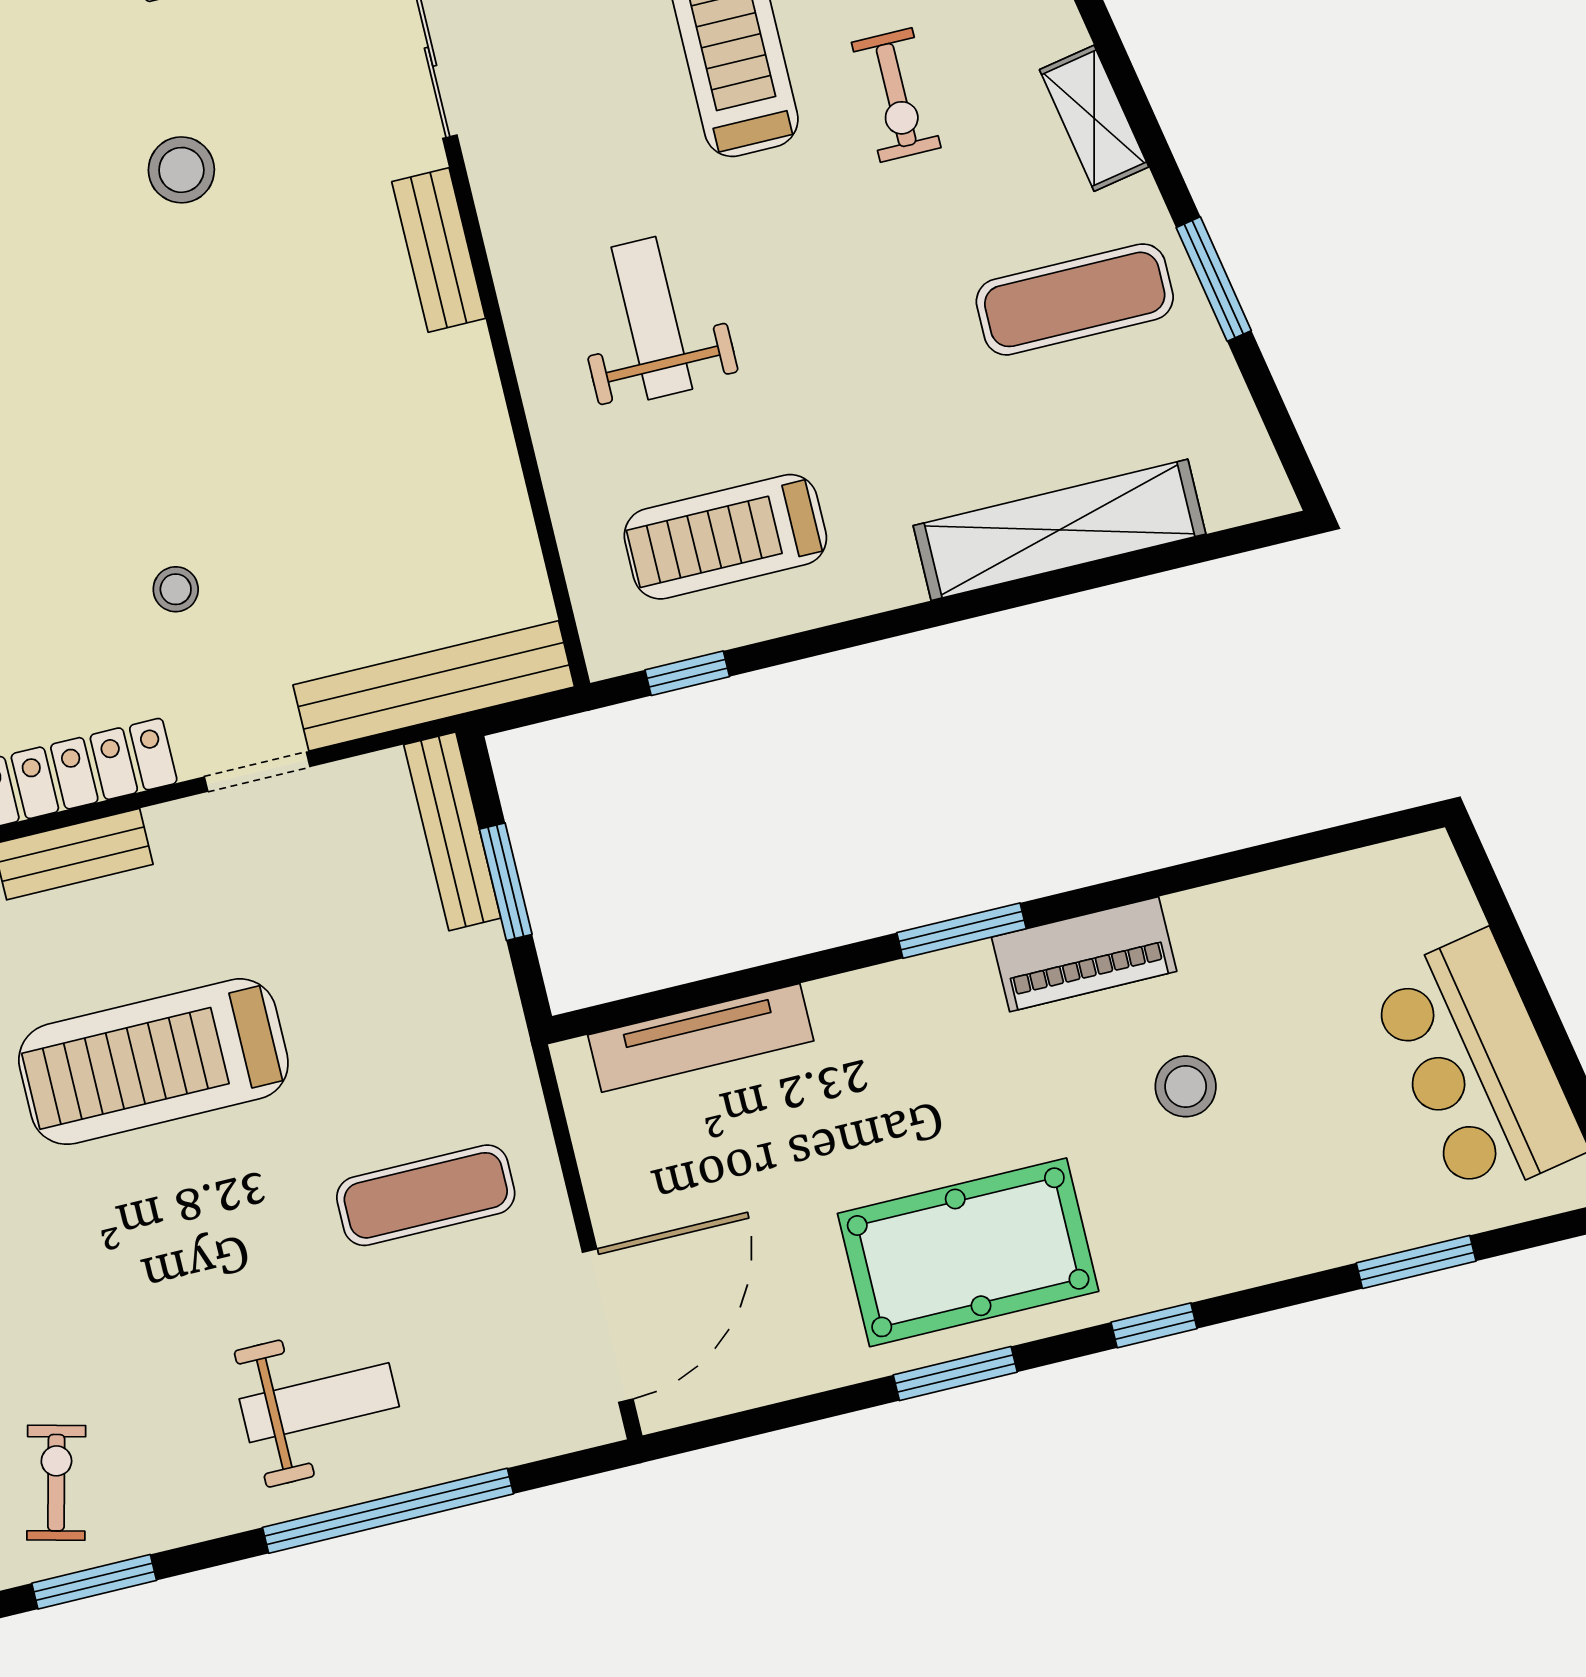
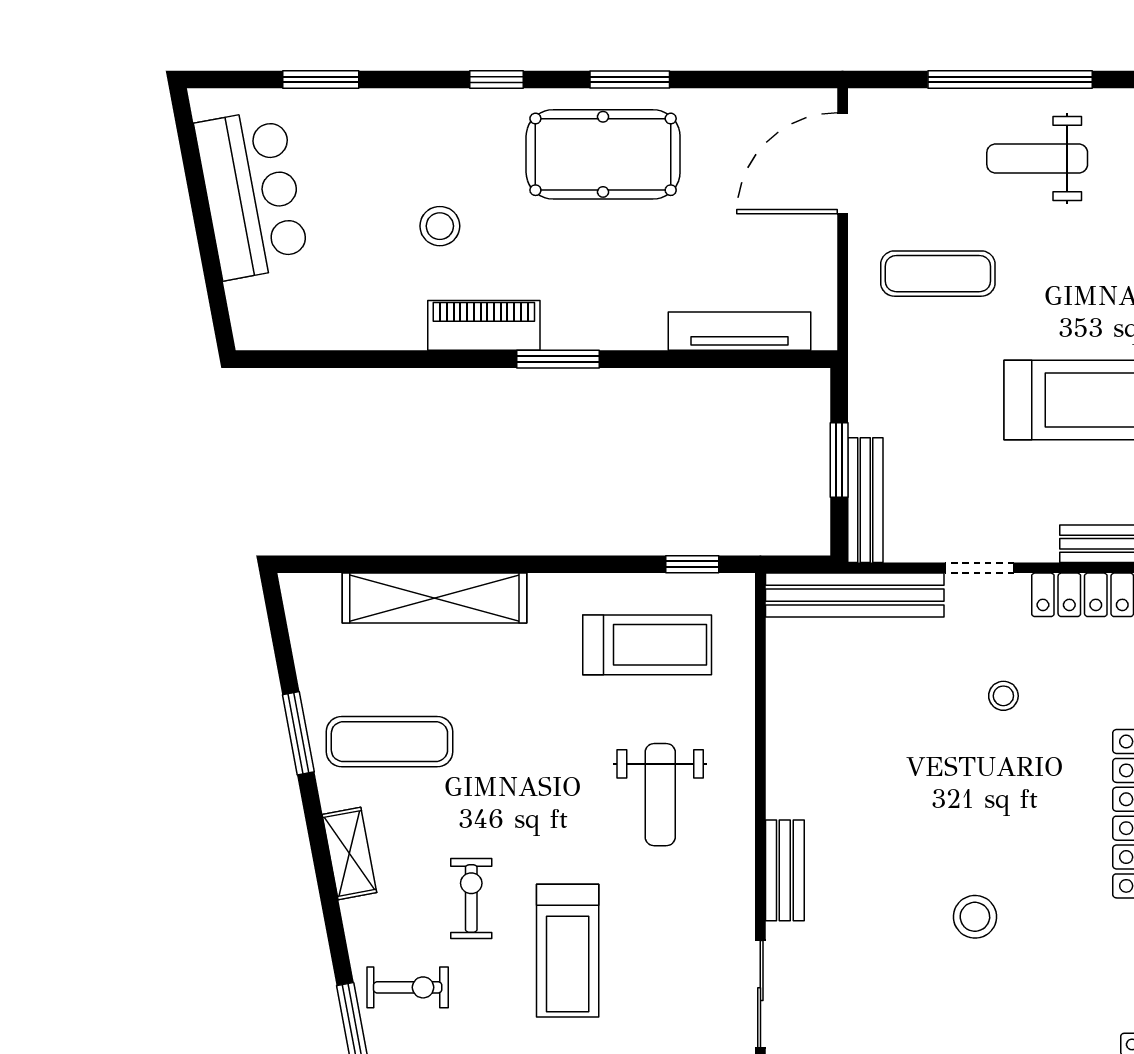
stool: (181, 170) -> (975, 917), moved

